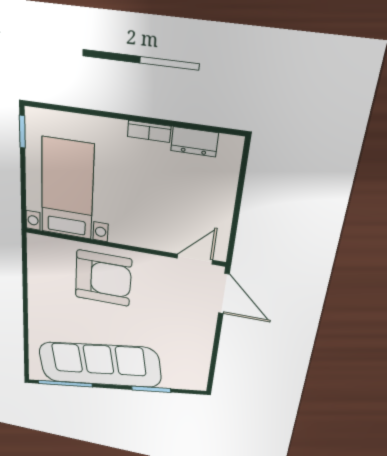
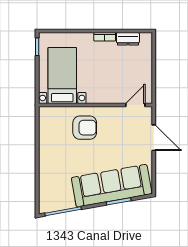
armchair: (103, 278) -> (85, 128), width x0.73, depth x0.73
door: (224, 294) -> (154, 138), moved
sofa: (99, 365) -> (112, 186), moved

